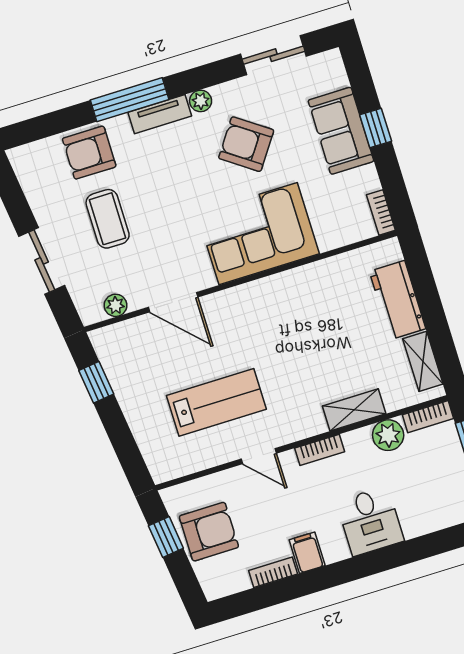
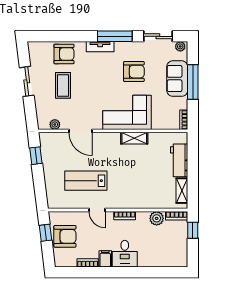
window: (130, 100) -> (115, 36), moved
plant: (201, 101) -> (180, 46), moved
window: (376, 128) -> (193, 82), width x2.17
armchair: (246, 144) -> (134, 72), turned 145
armchair: (89, 153) -> (64, 54), turned 180
sliding door: (42, 261) -> (27, 81), moved
lab bench: (216, 402) -> (86, 181), turned 180
shelving: (354, 410) -> (134, 138), moved
desk: (370, 521) -> (125, 254), moved

